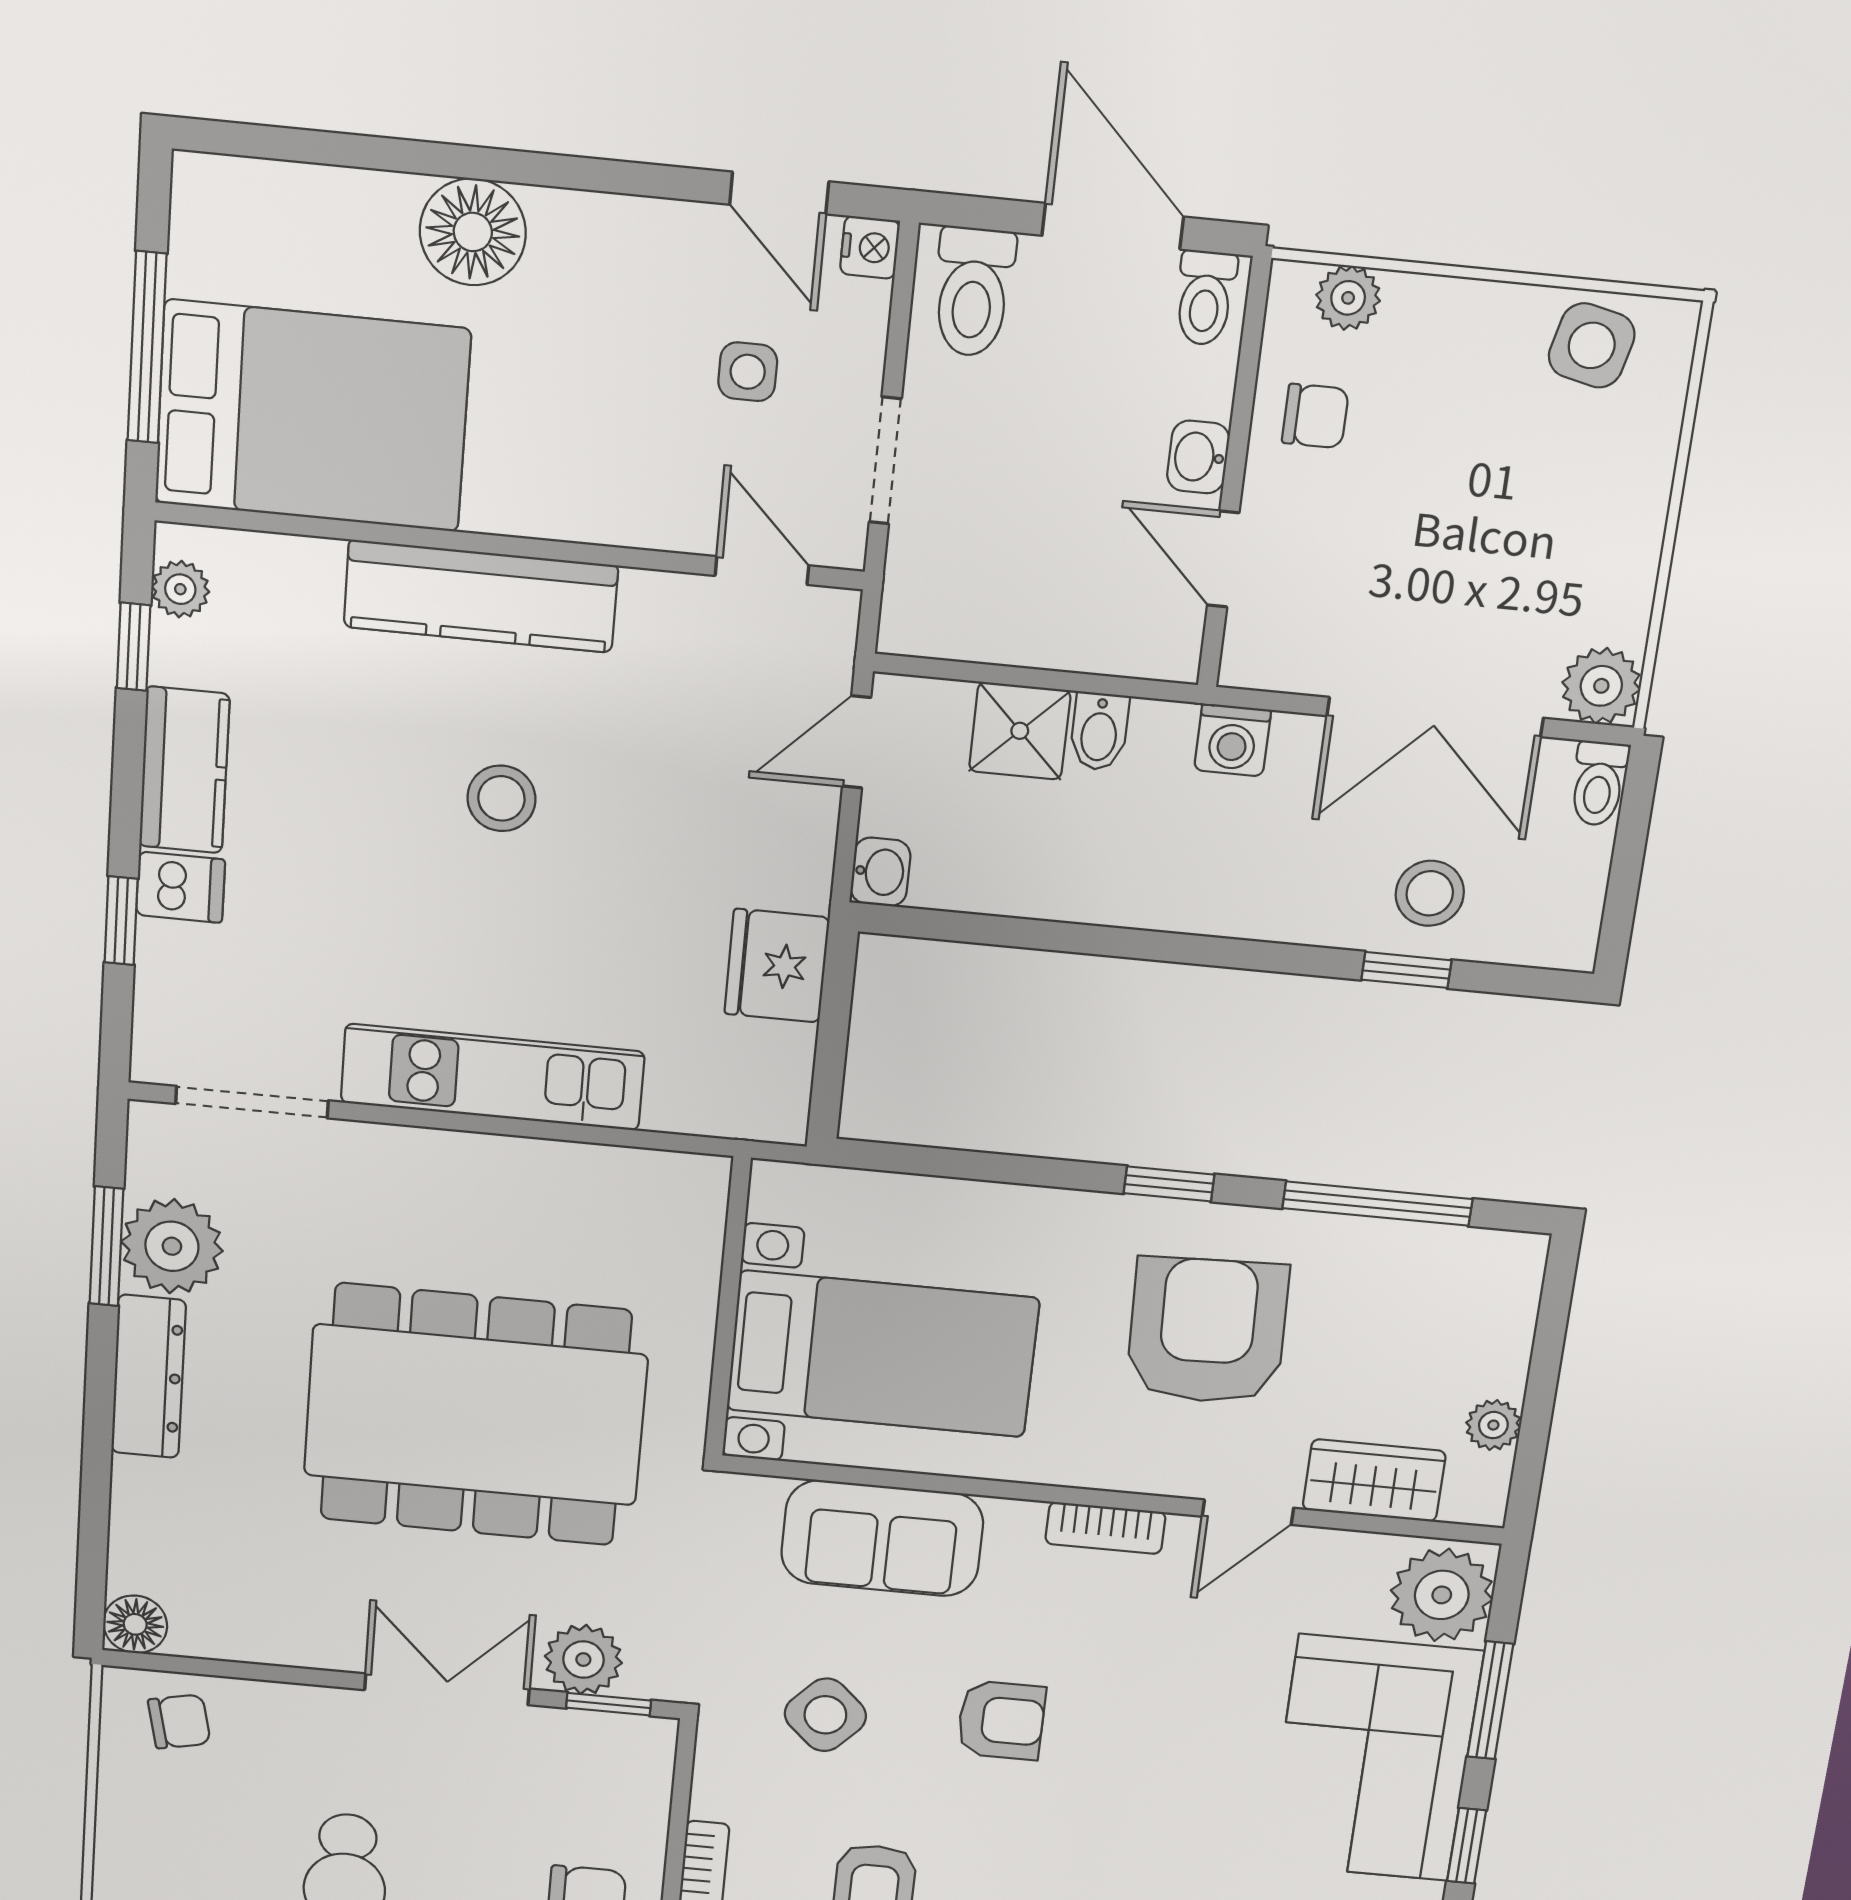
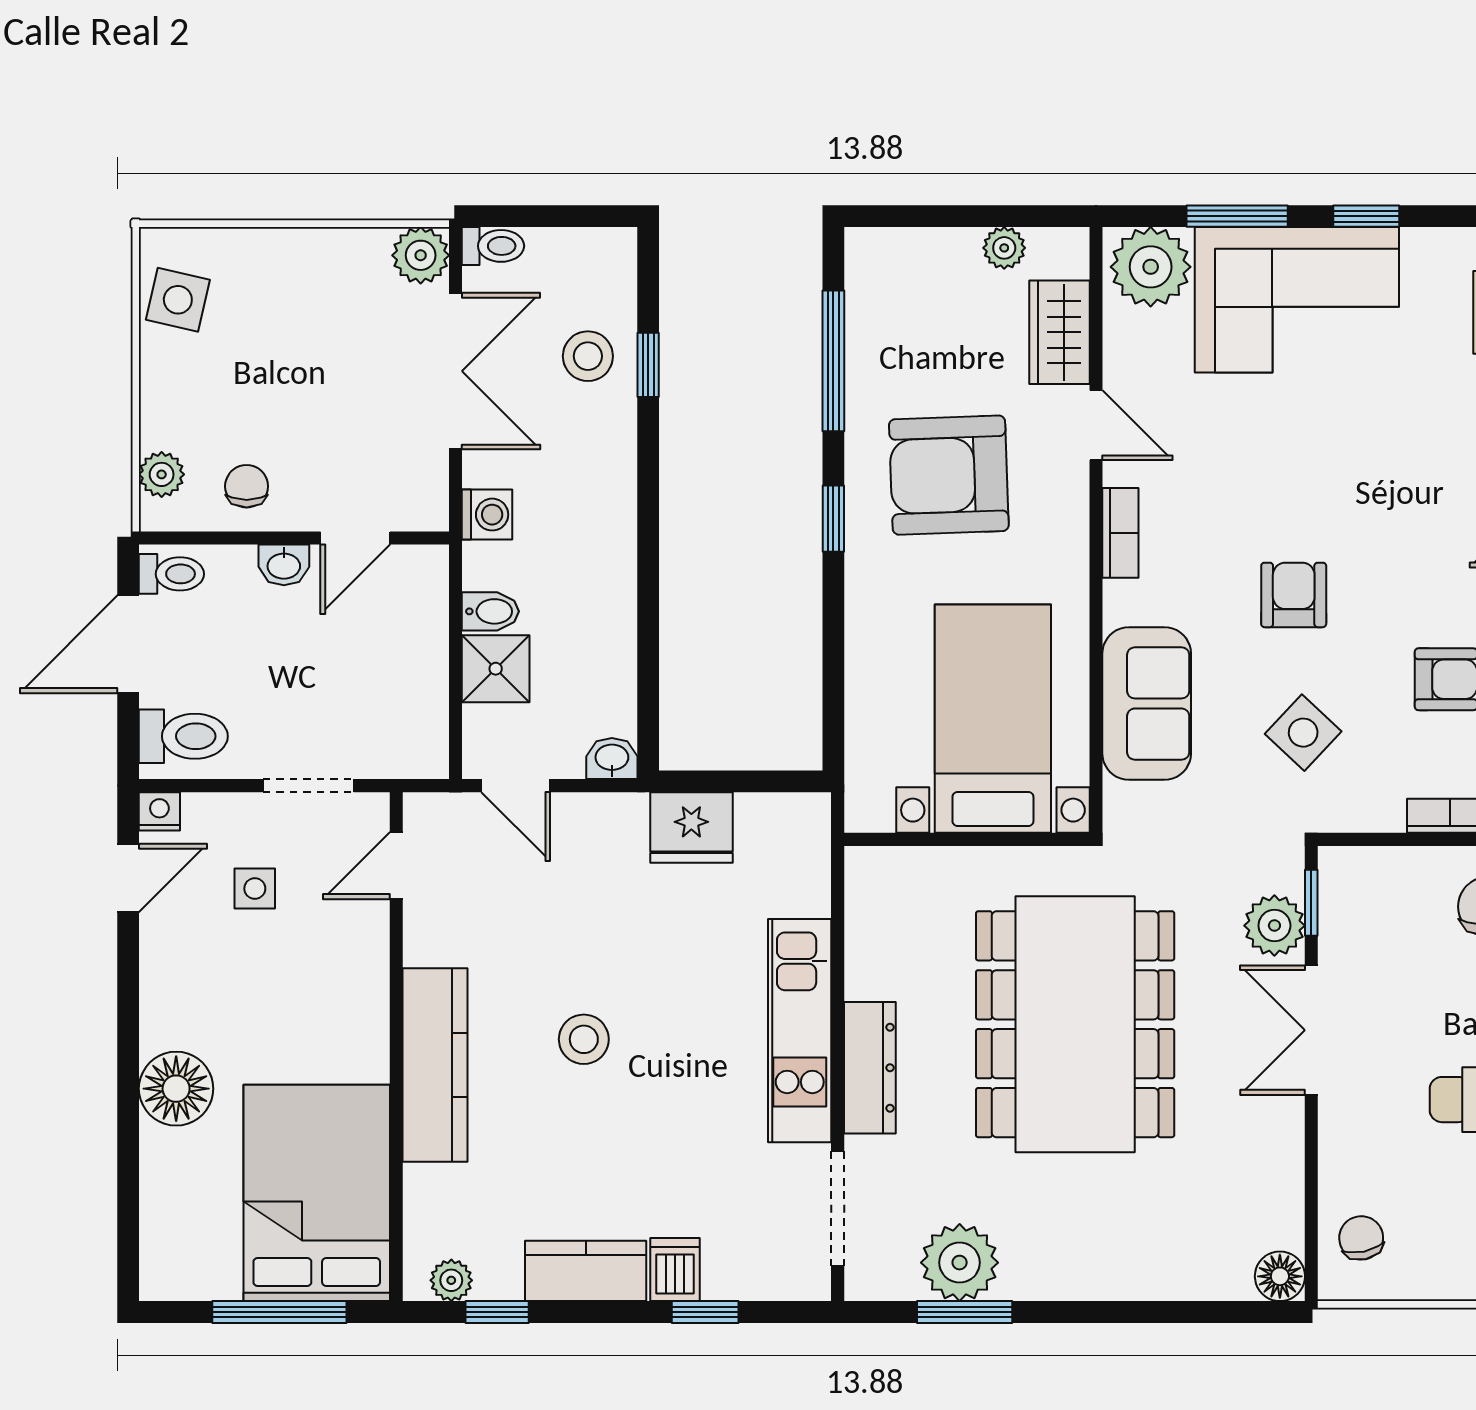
dresser: (149, 1376) -> (870, 1068), moved, turned 90

